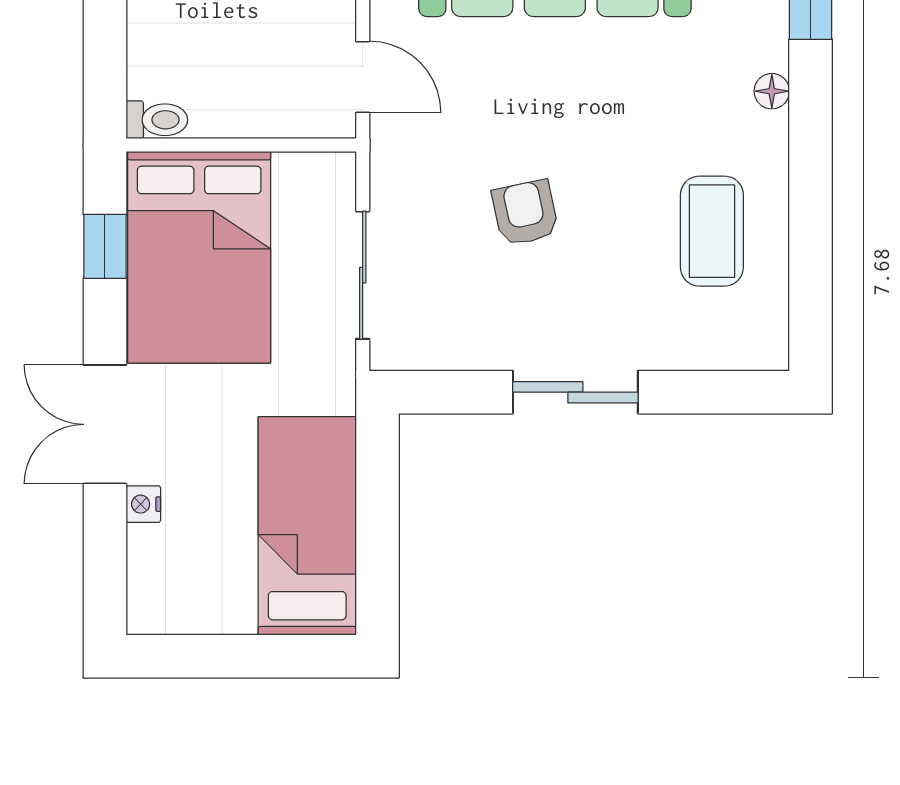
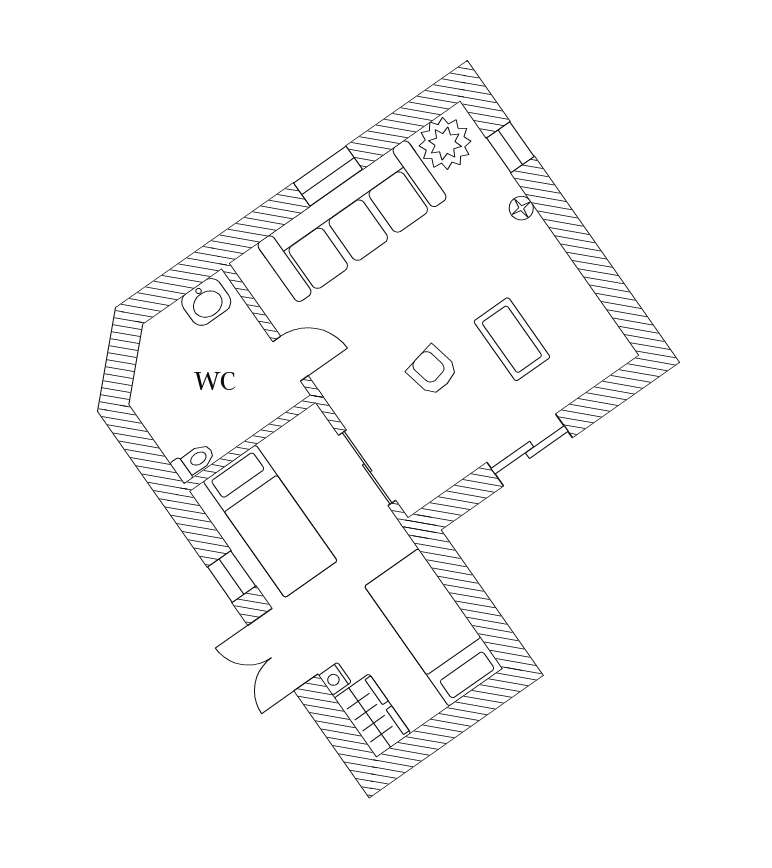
coffee table: (712, 231) -> (512, 339), moved
window: (105, 246) -> (232, 577), moved
bed: (199, 257) -> (270, 521), width x0.67
wardrobe: (158, 581) -> (373, 716), added

